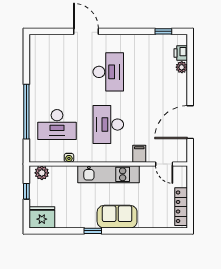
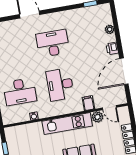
printer: (181, 53) -> (112, 48), moved
desk: (108, 72) -> (53, 43), turned -90
plant: (42, 173) -> (97, 117), moved

